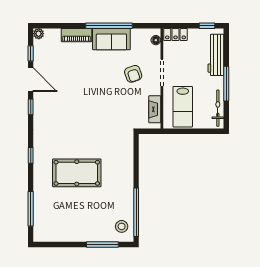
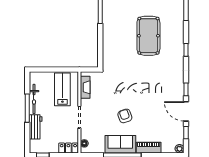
workbench: (216, 55) -> (36, 127), width x0.73
armchair: (133, 74) -> (125, 116), moved
bicycle: (218, 108) -> (34, 99), moved
pool table: (77, 173) -> (148, 36), turned 90

